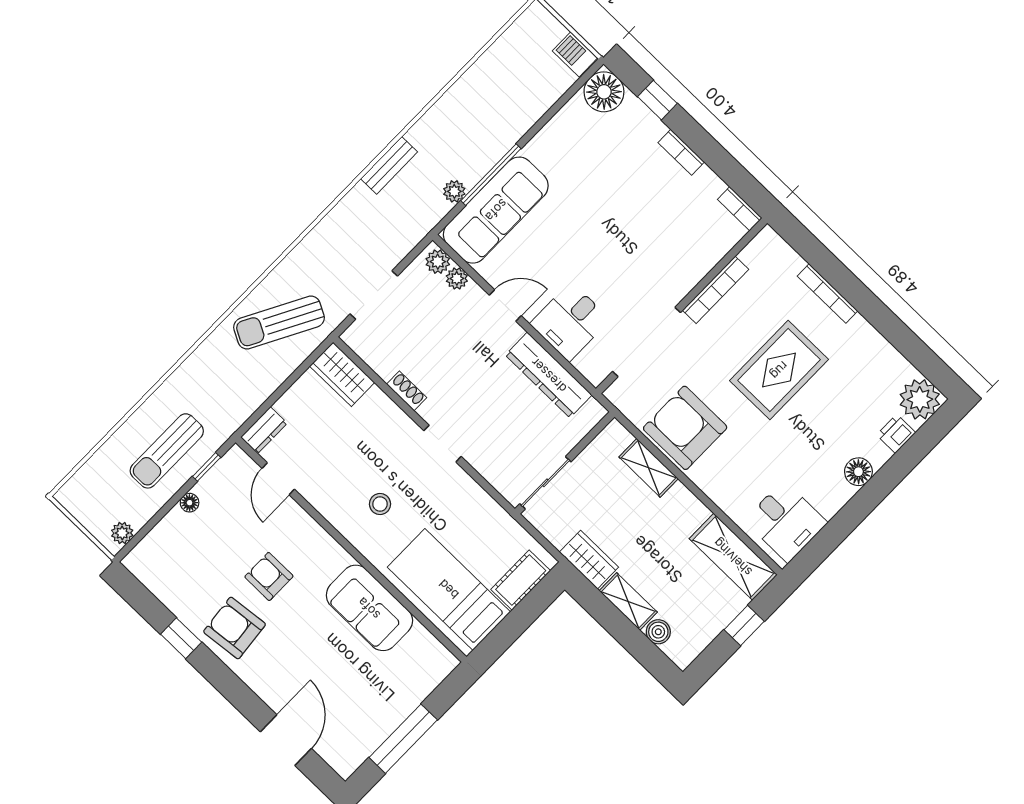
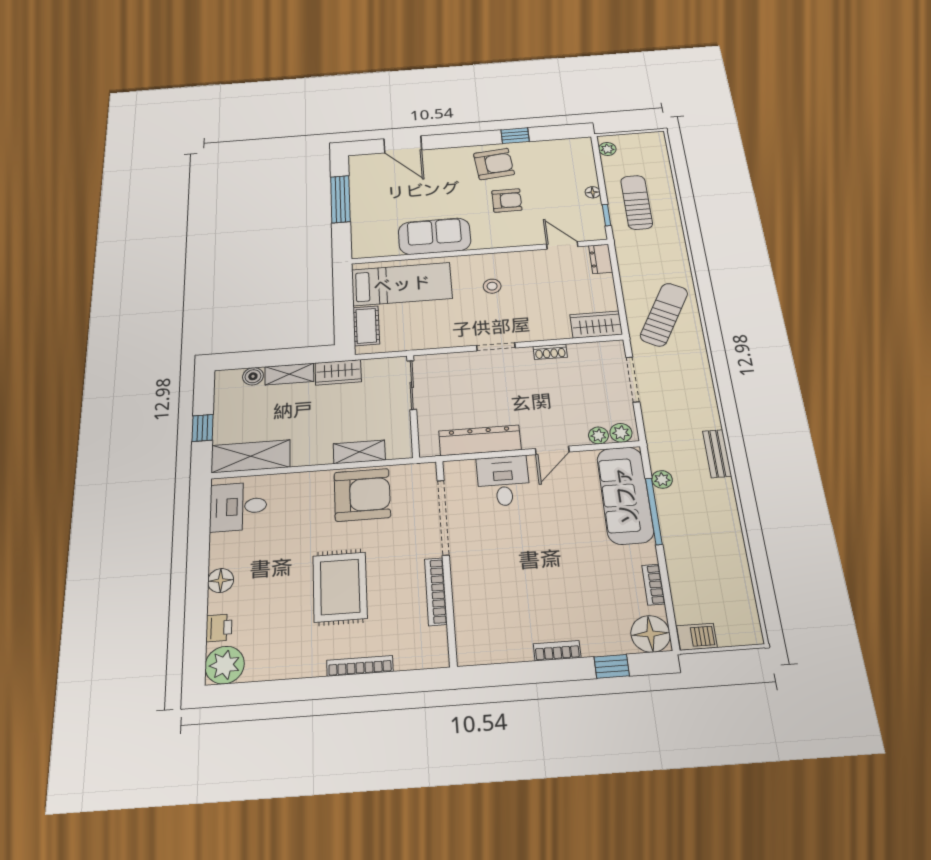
bookcase: (740, 209) -> (654, 585), moved, turned -90

